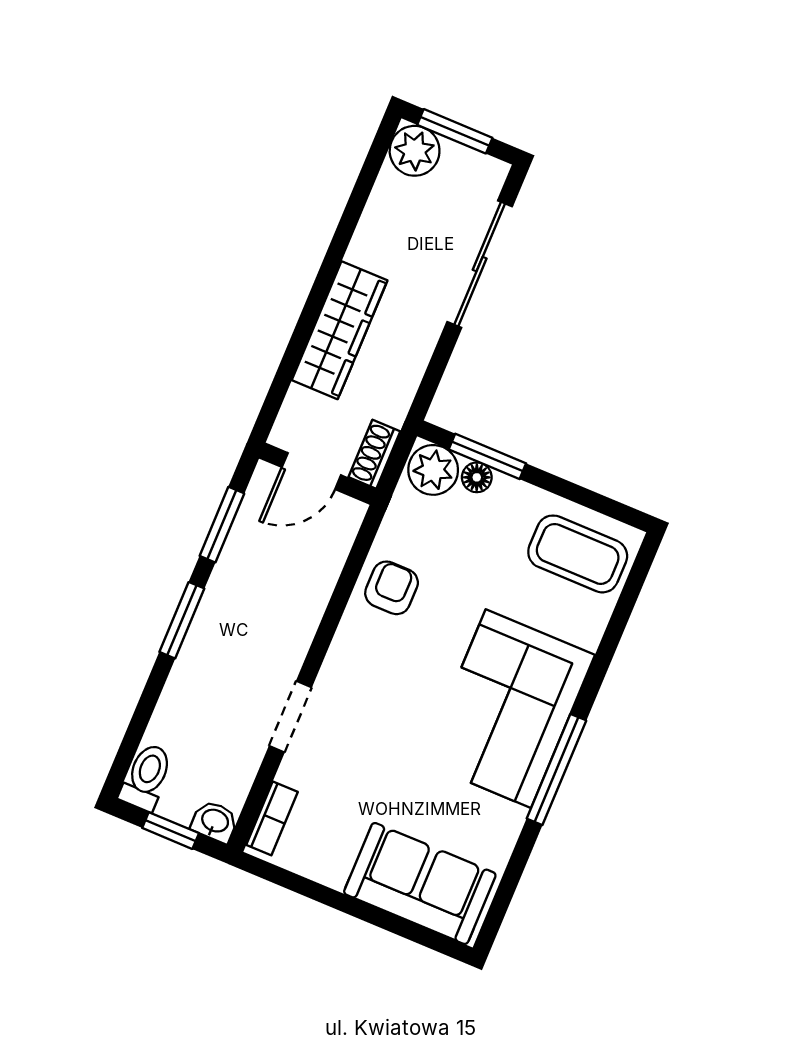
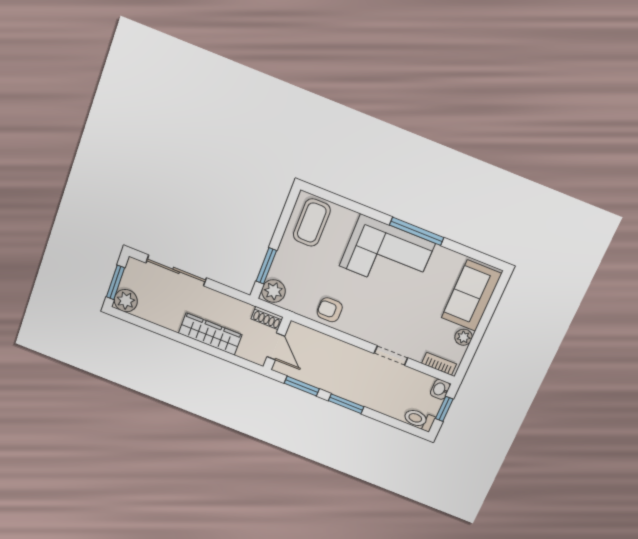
floor lamp: (477, 477) -> (276, 271), removed
plant: (330, 869) -> (464, 337), added

